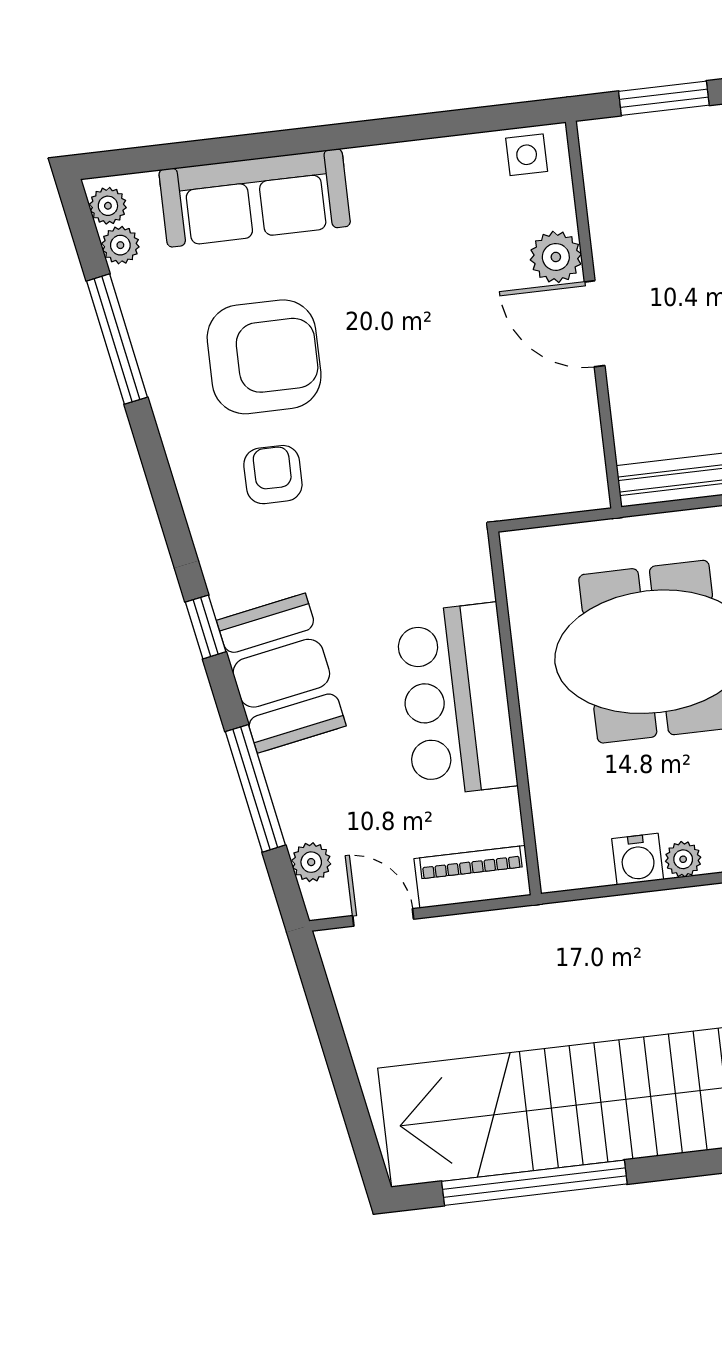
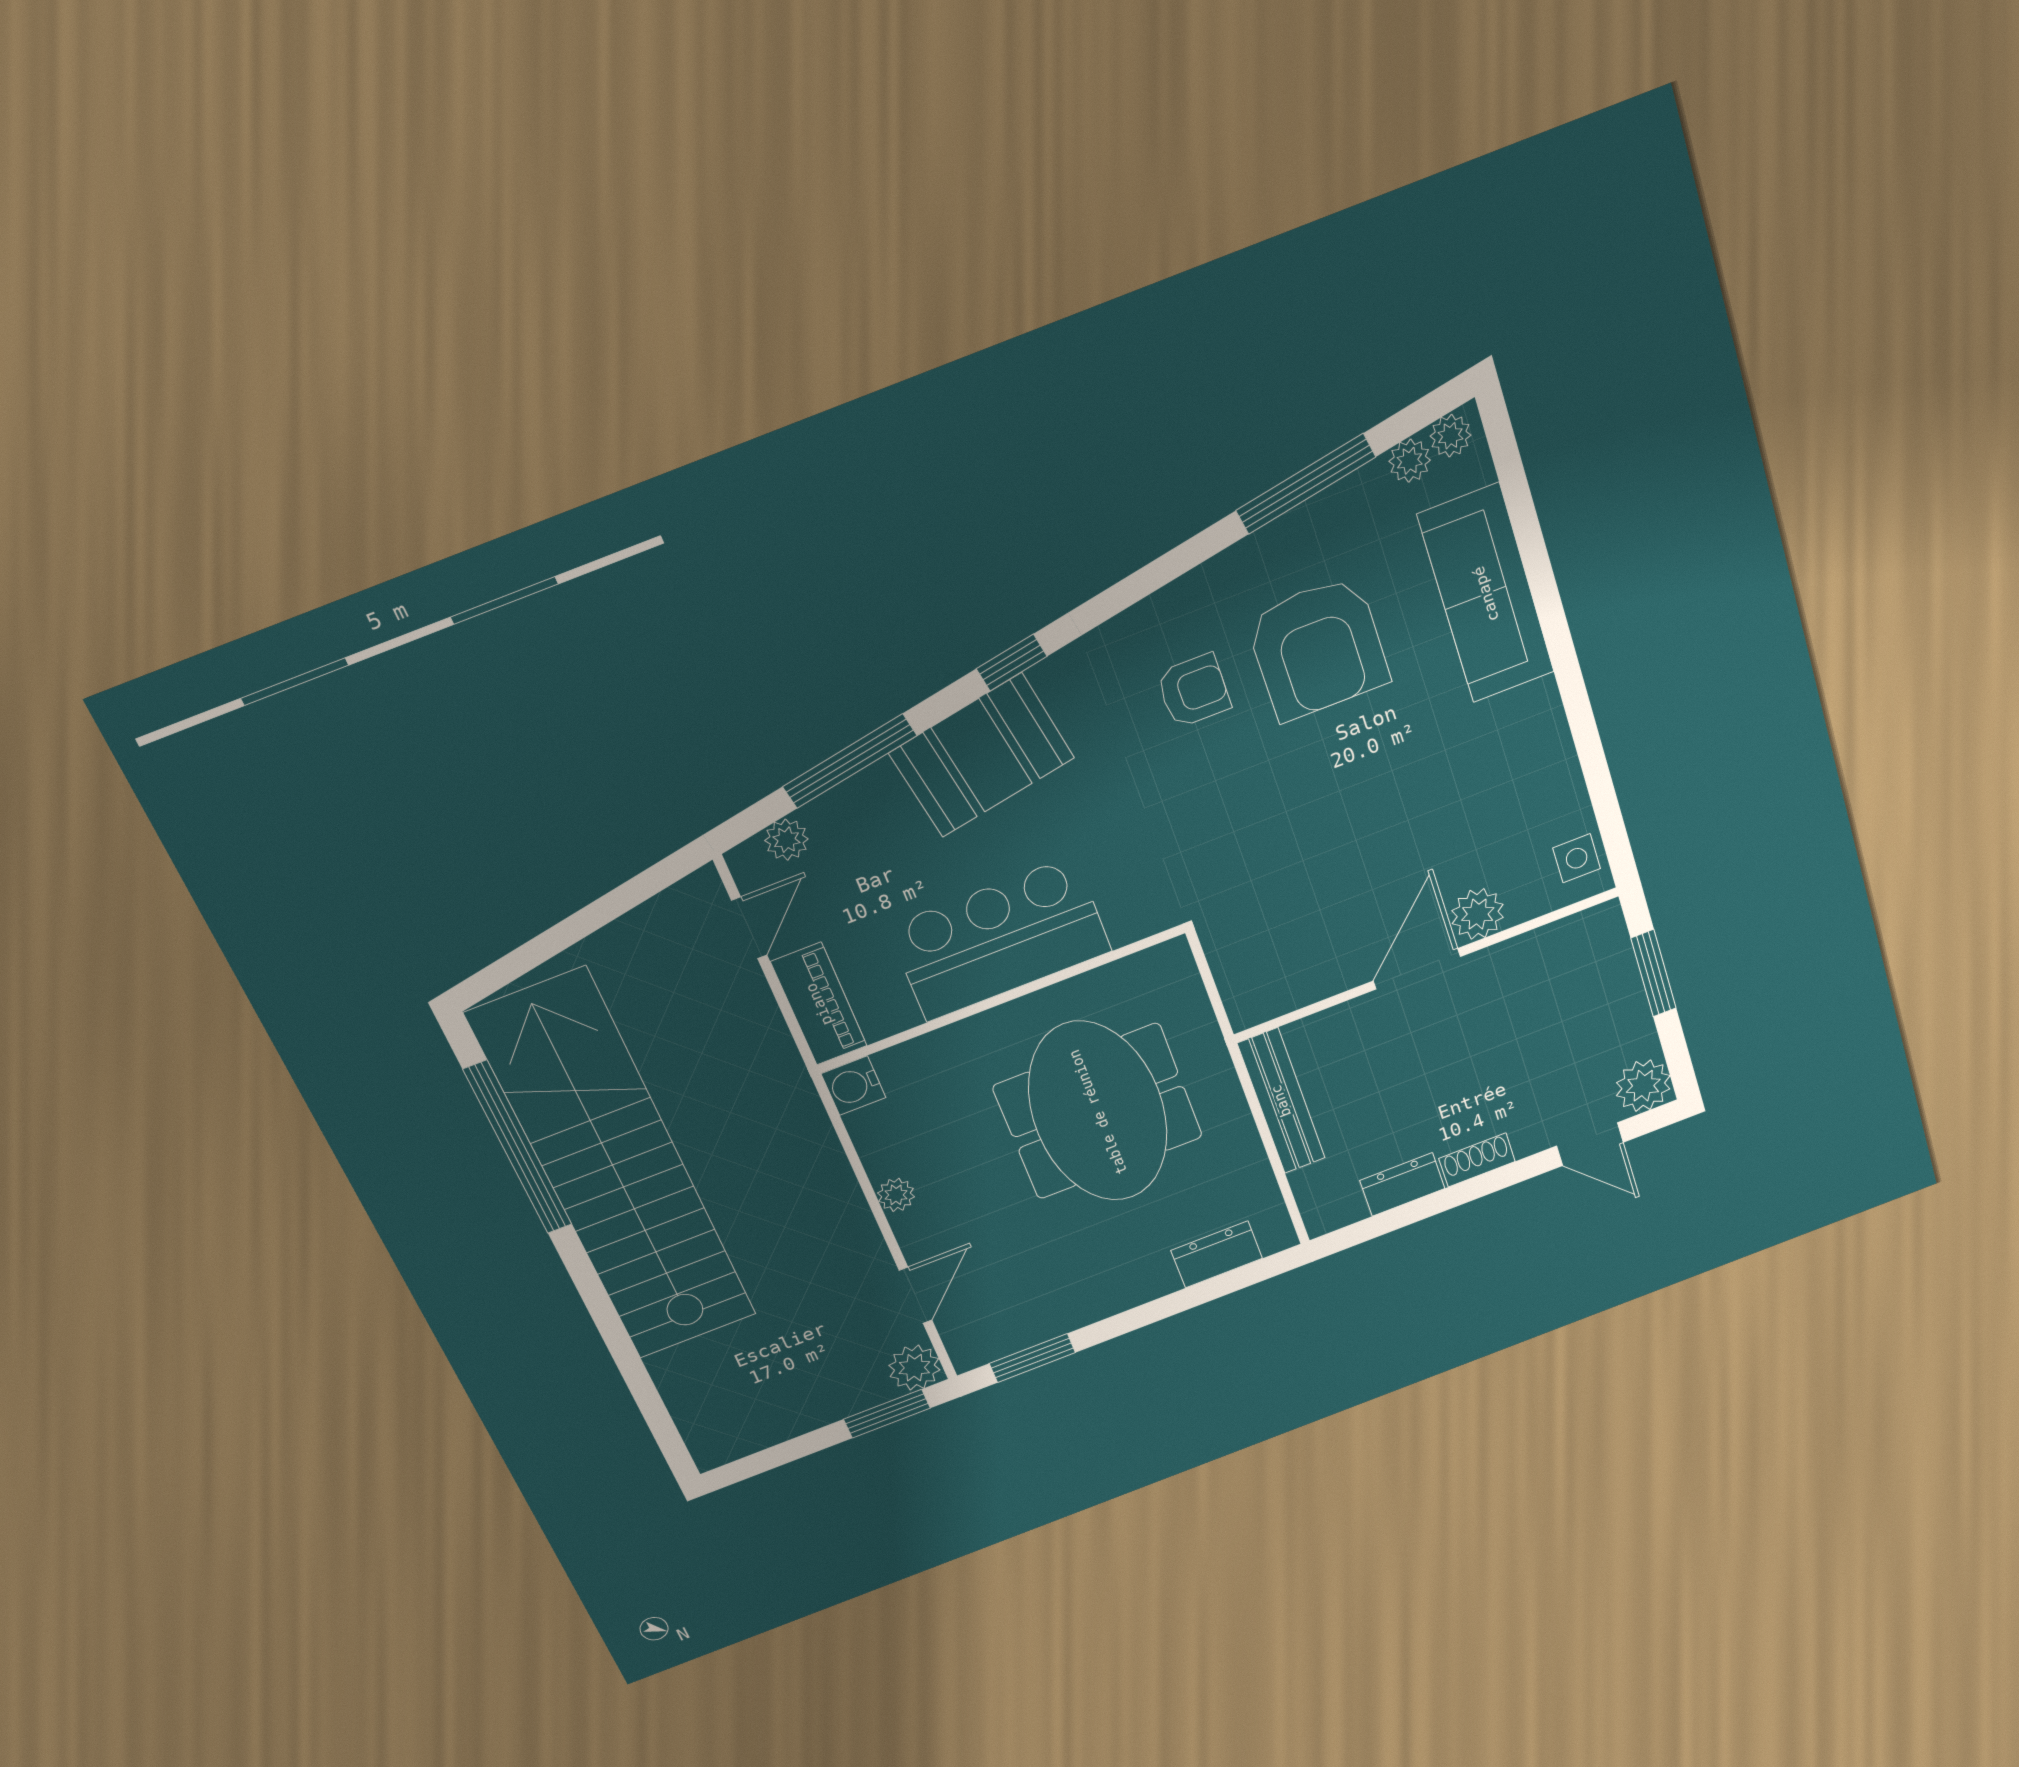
water cooler: (638, 859) -> (853, 1086), moved

